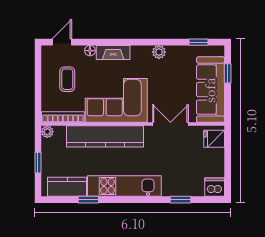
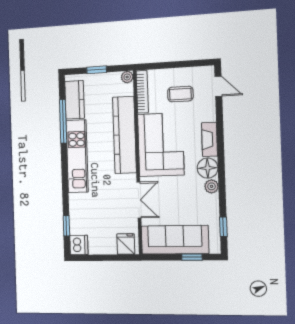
floor lamp: (90, 51) -> (208, 168), moved, width x1.89, depth x1.89
window: (88, 200) -> (63, 121), width x2.17
window: (180, 200) -> (66, 226), moved

